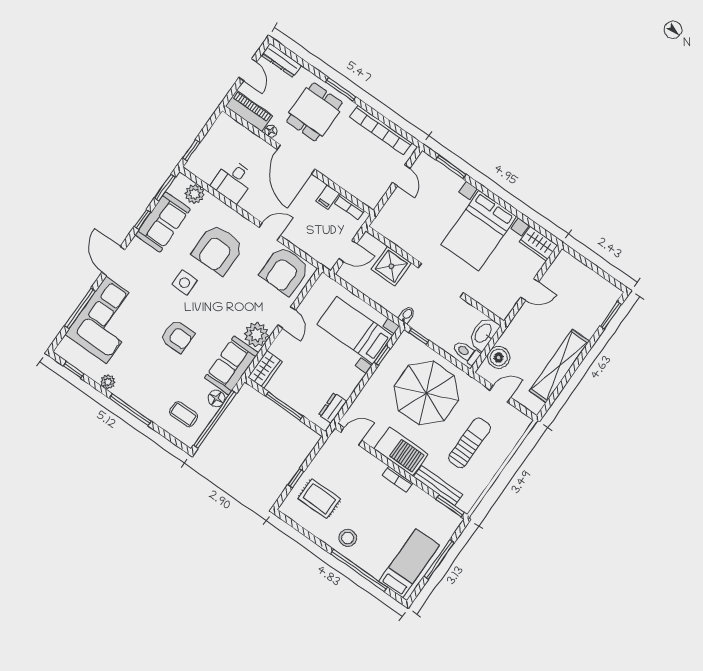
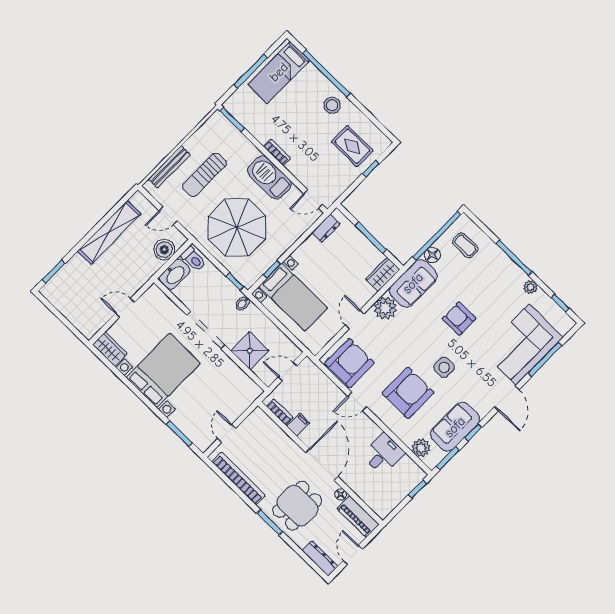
bench: (438, 486) -> (169, 167), moved, turned 90

